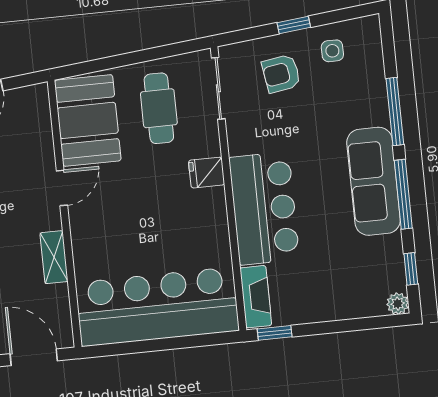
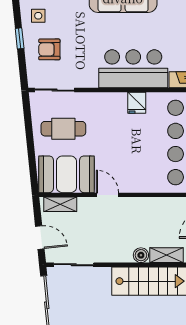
armchair: (281, 74) -> (49, 49), turned 99
fridge: (207, 173) -> (137, 103), moved
shelving: (54, 257) -> (60, 204), moved

